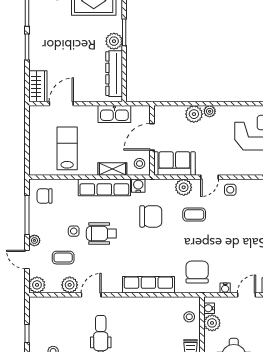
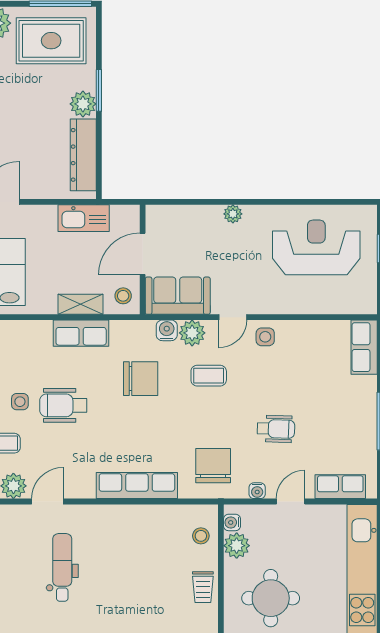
plant: (194, 114) -> (208, 218), removed
water cooler: (138, 186) -> (167, 330), moved
row of seats: (104, 187) -> (81, 333), width x0.68
wheelchair: (237, 248) -> (276, 429), added

